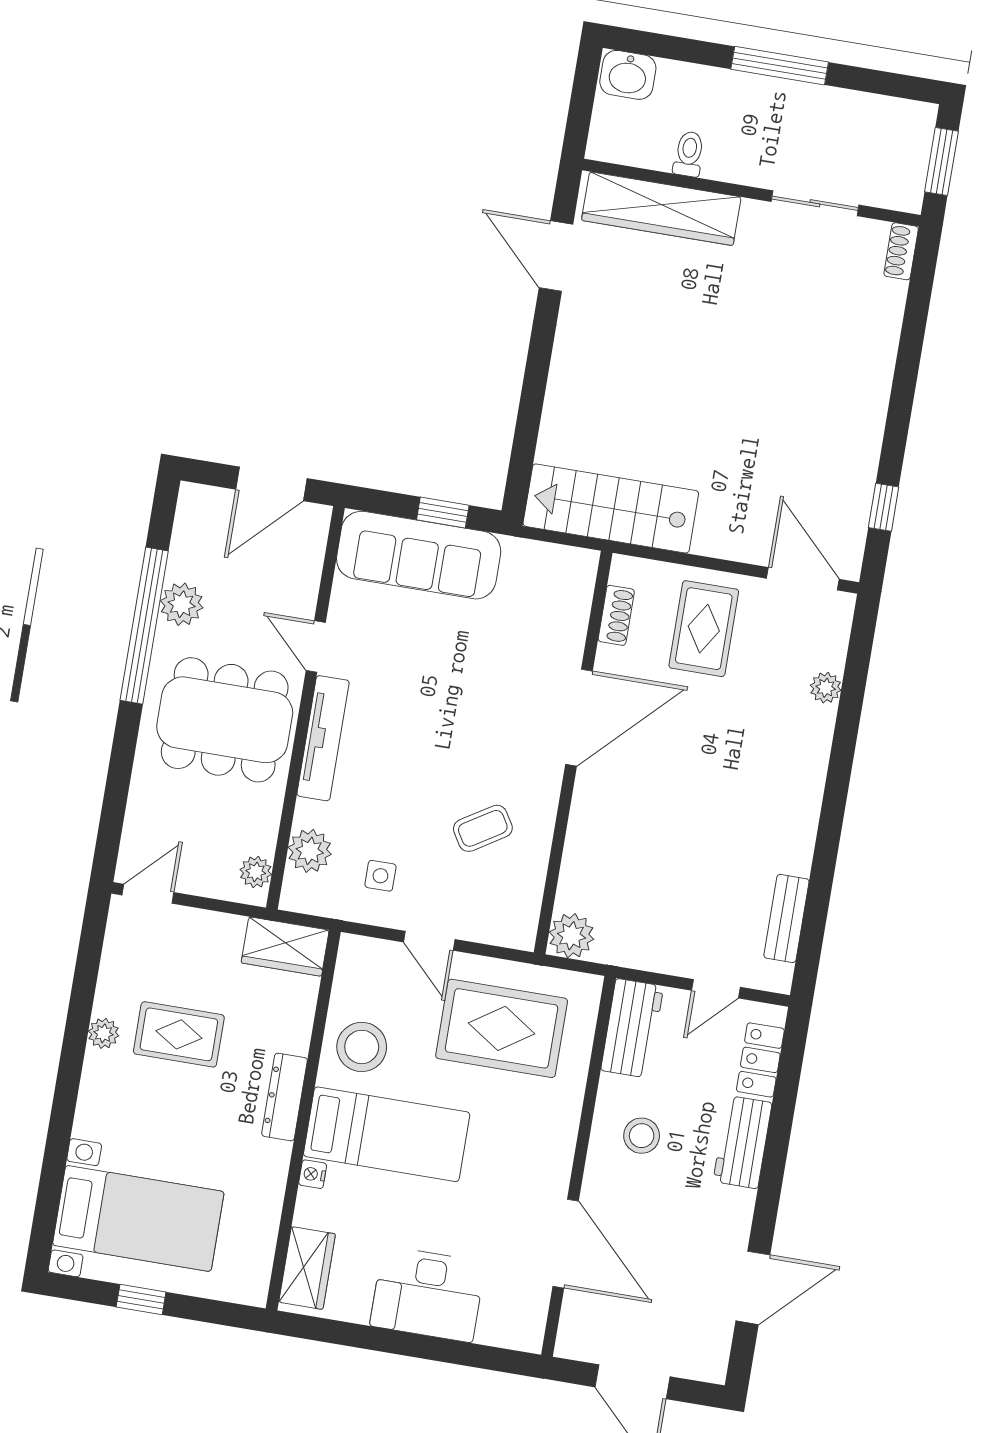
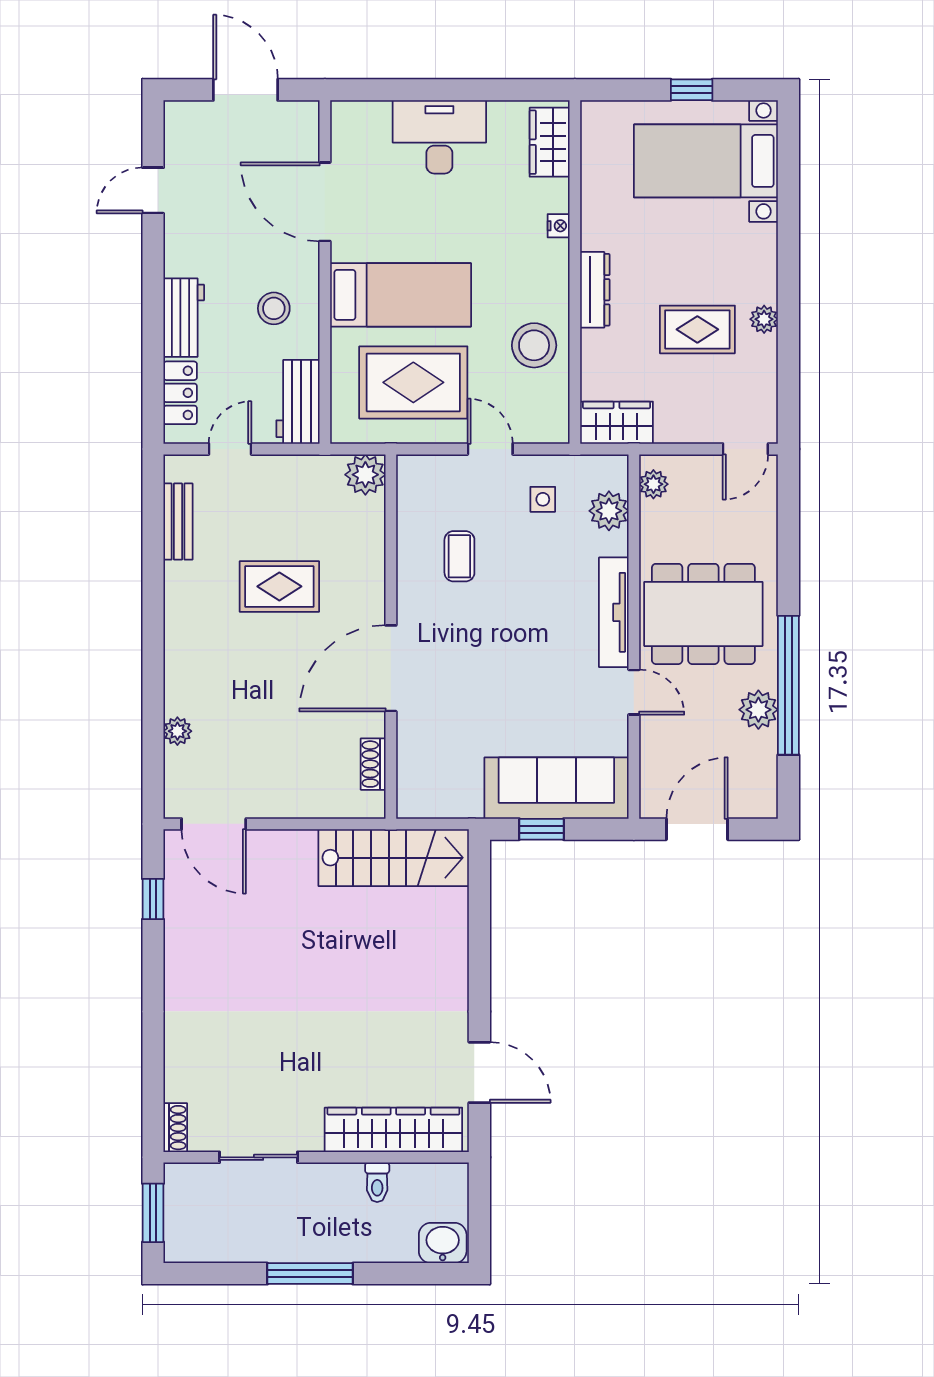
rug: (704, 629) -> (279, 586), moved, turned 90
coffee table: (483, 828) -> (459, 556), turned -58
bed: (387, 1134) -> (401, 295), moved, turned 180
door: (753, 1288) -> (153, 190), width x0.73

